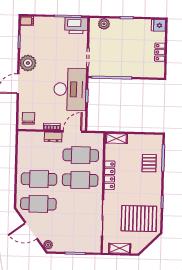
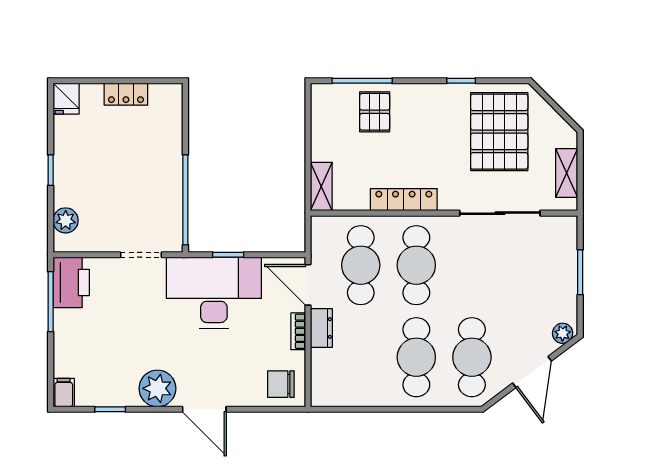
pallet: (149, 163) -> (375, 112), turned 90

